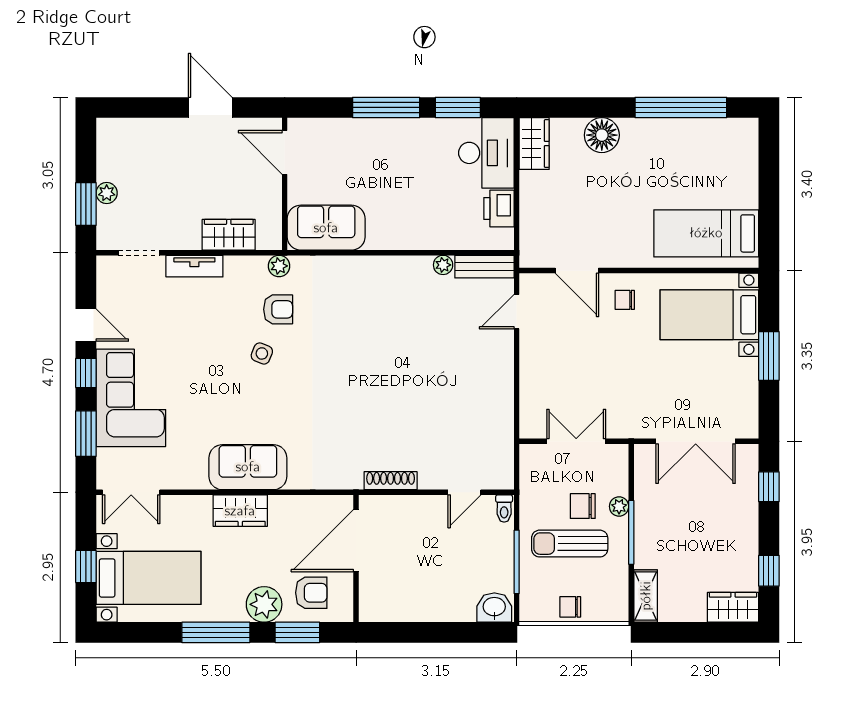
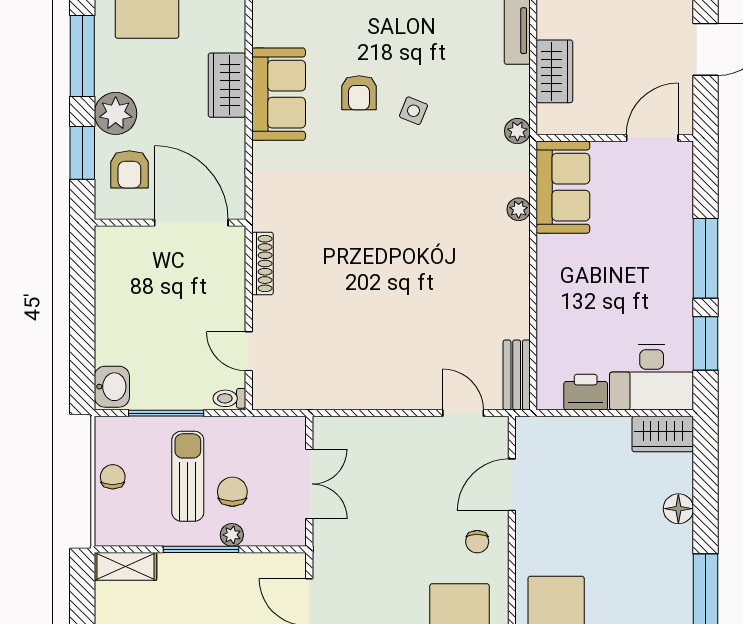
floor lamp: (602, 135) -> (678, 509), width x0.73, depth x0.73
plant: (443, 265) -> (519, 209), moved
chair: (625, 300) -> (477, 542), turned 180
armchair: (278, 309) -> (359, 93), moved

